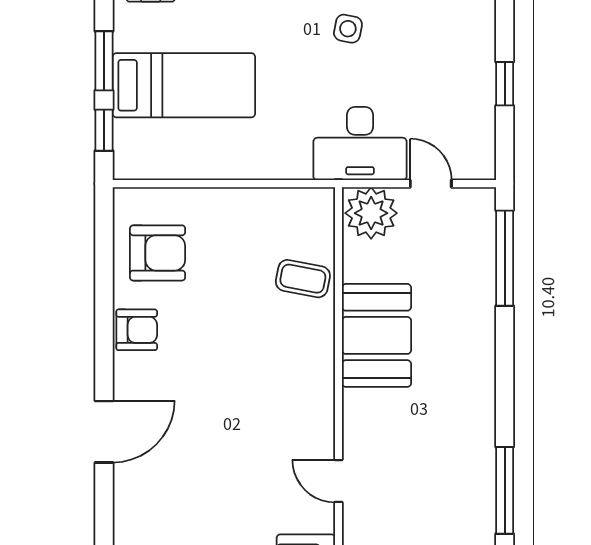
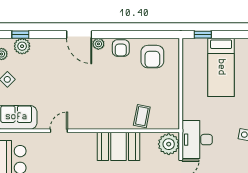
window: (104, 61) -> (231, 35), removed
plant: (127, 384) -> (98, 44), added

